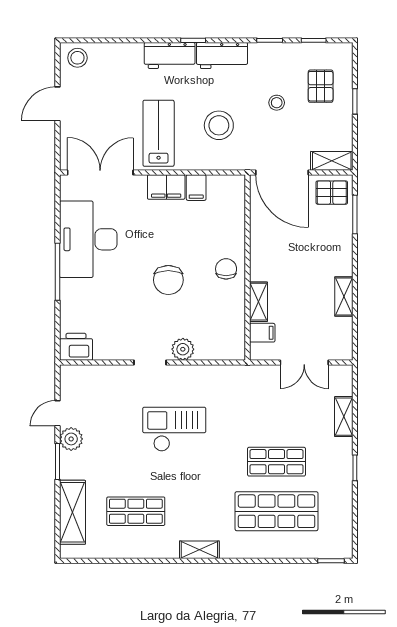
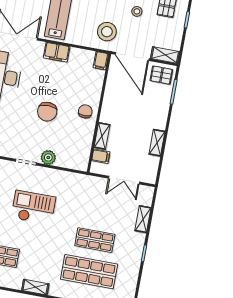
stool: (219, 125) -> (107, 32), moved
filing cabinet: (196, 188) -> (101, 61), moved

